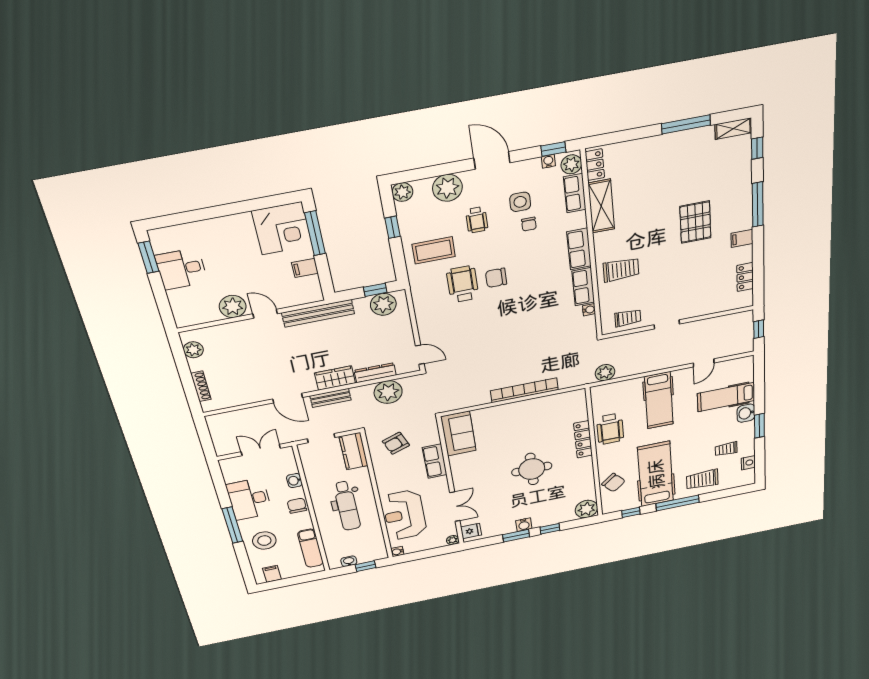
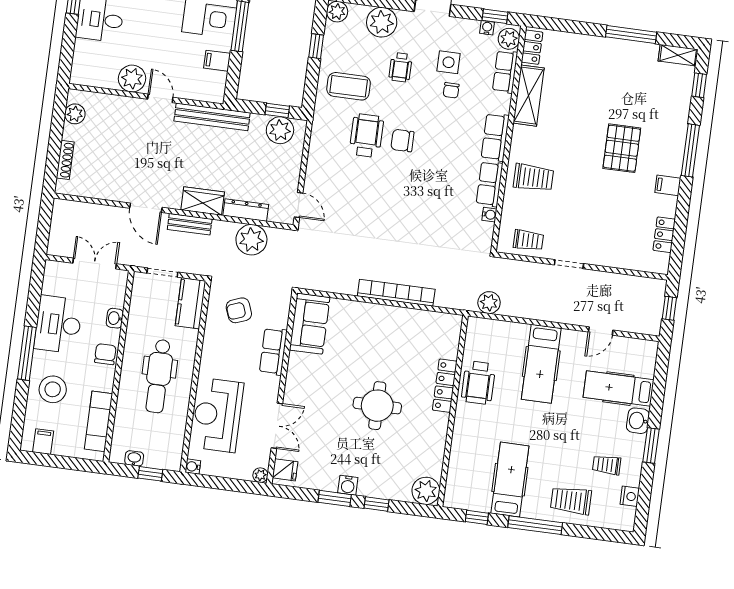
hospital bed: (656, 474) -> (510, 480), width x0.73, depth x0.78
chair: (613, 483) -> (466, 463), removed

